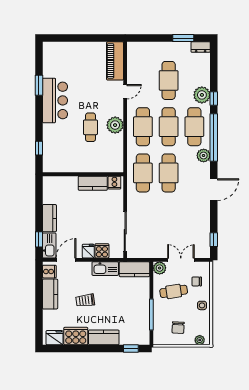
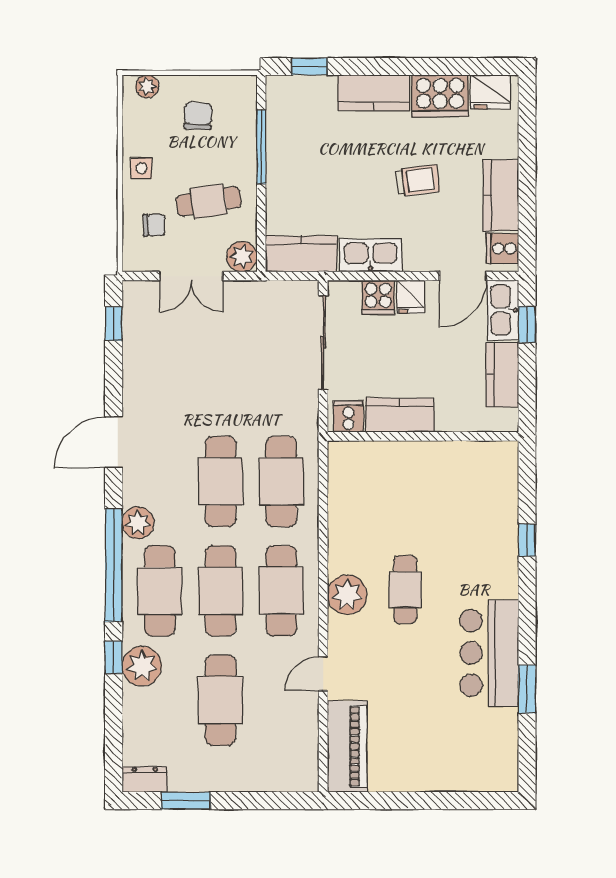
wall: (83, 174) -> (423, 436), moved
kitchen counter: (93, 183) -> (400, 415), moved
cooker: (114, 183) -> (349, 416), moved

